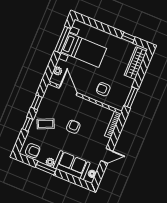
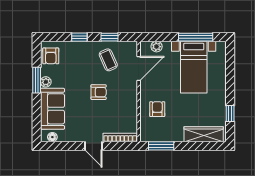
coffee table: (46, 124) -> (108, 60), moved
door: (107, 156) -> (93, 146), moved

